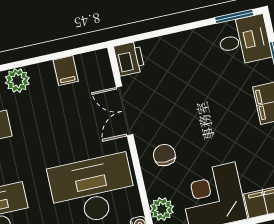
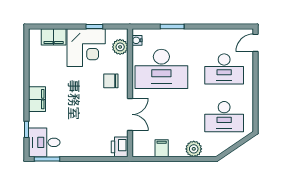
chair: (164, 155) -> (111, 81), turned 90

